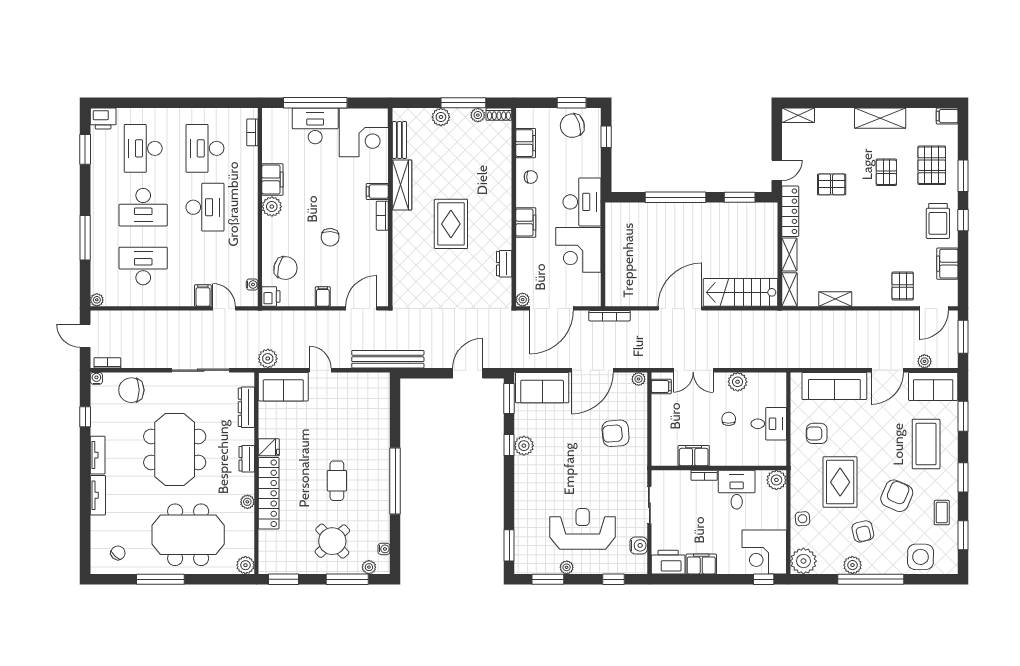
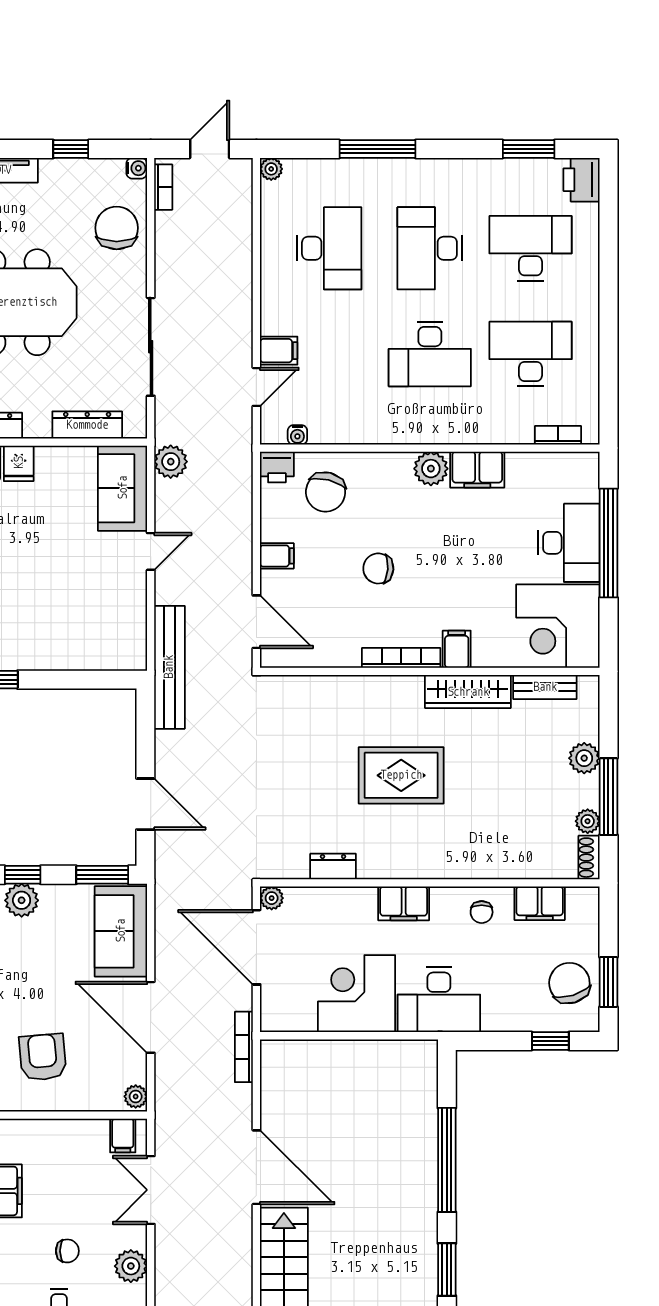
bookcase: (382, 216) -> (401, 658), width x1.56

